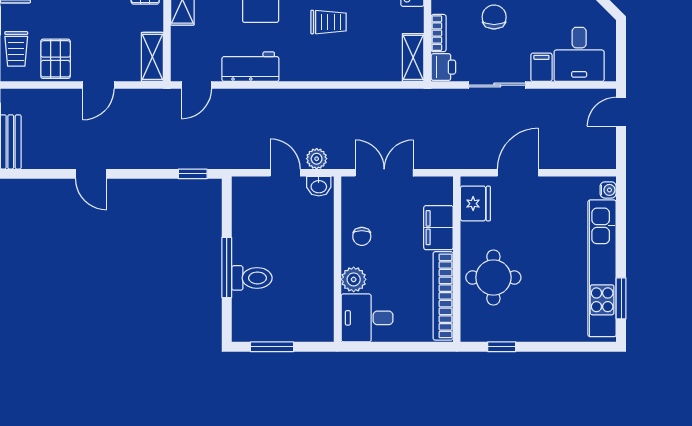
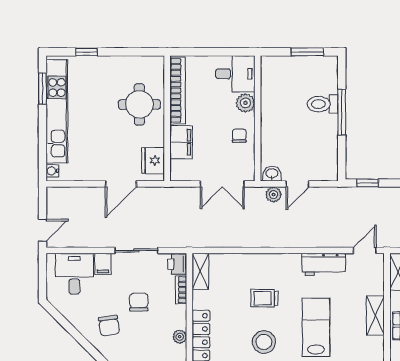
chair: (494, 17) -> (139, 302), turned 180
door: (285, 173) -> (297, 184), hinge flipped
window: (502, 347) -> (87, 52), moved

